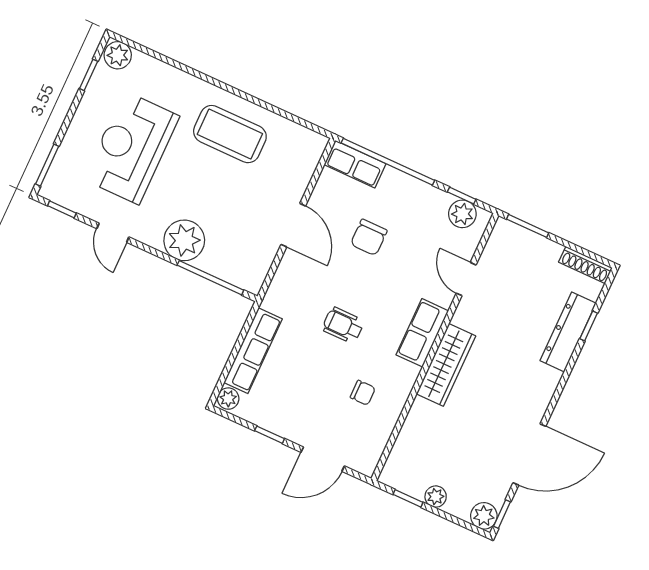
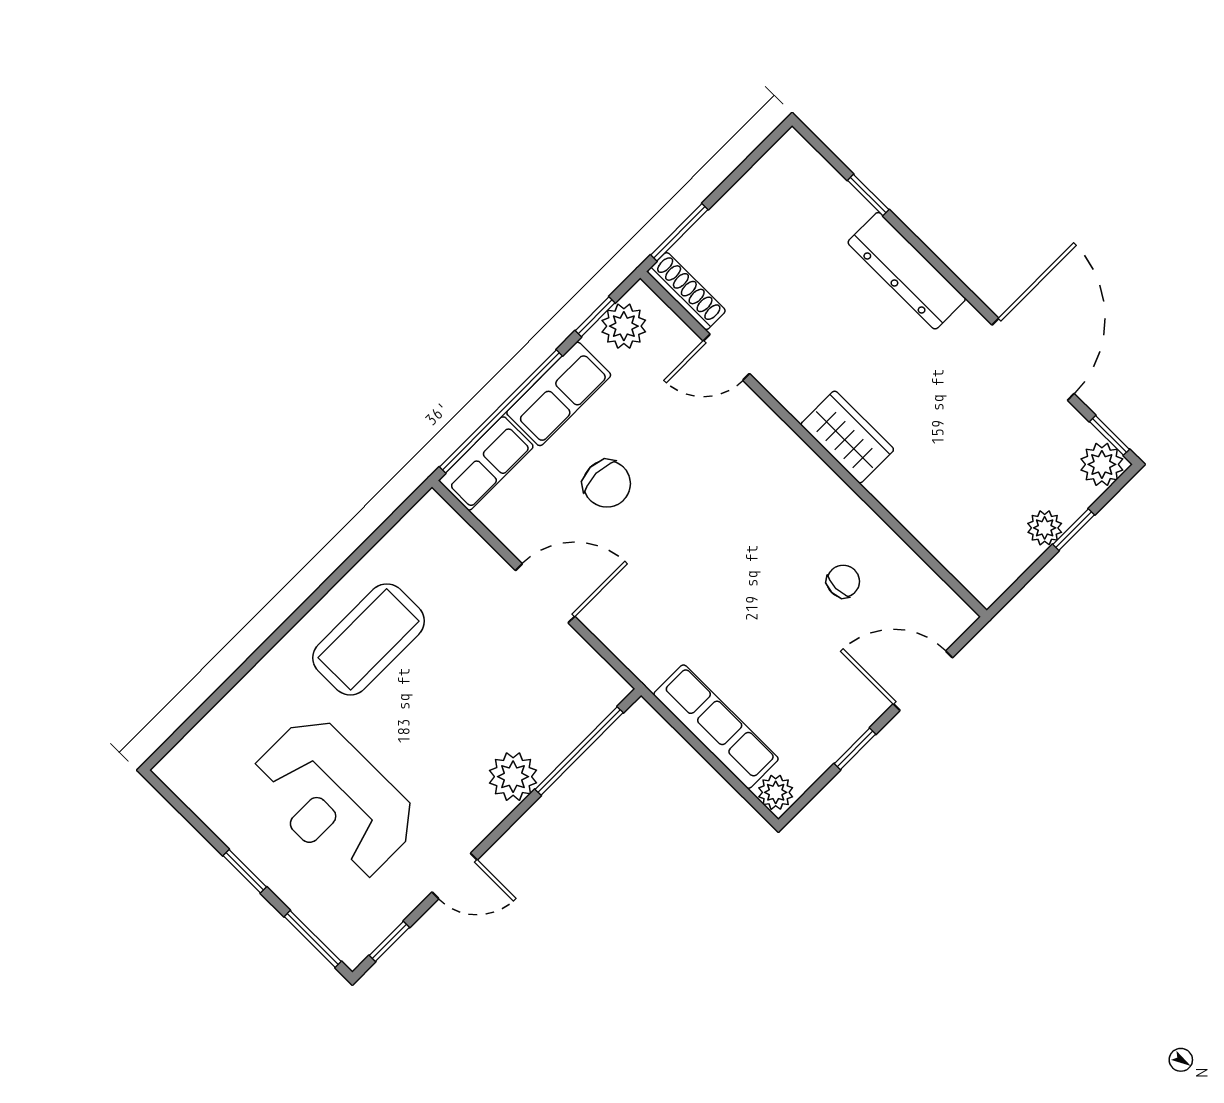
plant: (118, 55) -> (183, 768), removed
window: (89, 75) -> (245, 871), moved
plant: (184, 240) -> (513, 777), width x0.73, depth x0.73
shoe rack: (585, 265) -> (686, 291), moved, turned -90
wheelchair: (343, 325) -> (728, 574), removed
dresser: (568, 332) -> (907, 271), moved
row of seats: (422, 333) -> (559, 394), moved, turned -90
wardrobe: (446, 365) -> (847, 437), width x0.67
door: (323, 459) -> (923, 681), swing flipped
window: (408, 498) -> (1074, 530), moved

